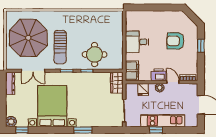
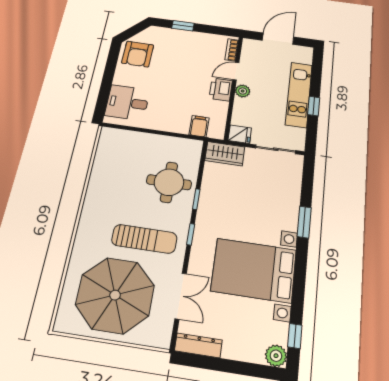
armchair: (176, 41) -> (138, 54), moved
desk: (137, 42) -> (127, 103), moved, turned 90
filing cabinet: (132, 71) -> (199, 126), width x0.50
fridge: (143, 89) -> (240, 134), moved

